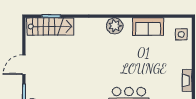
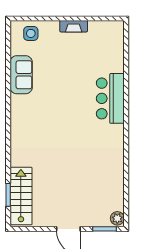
plant: (115, 26) -> (20, 116), removed
fireplace: (187, 80) -> (74, 26), moved

